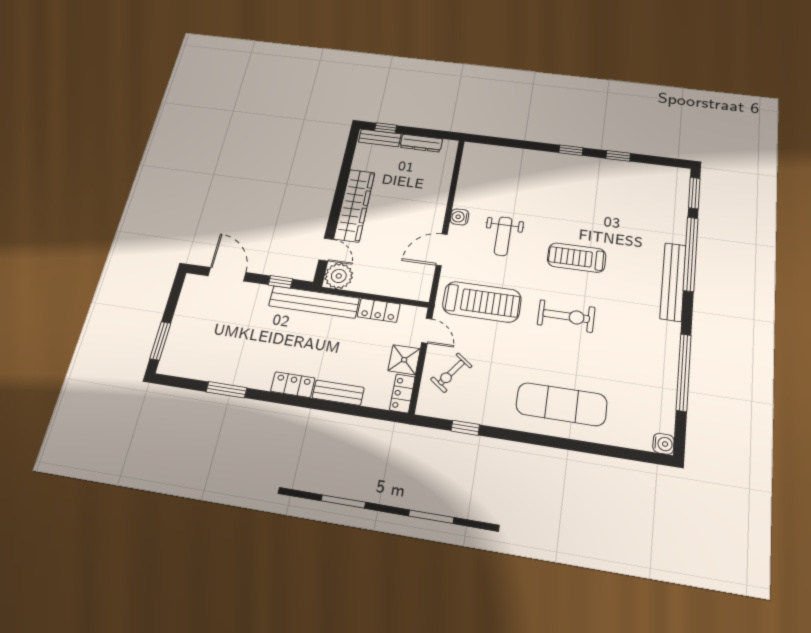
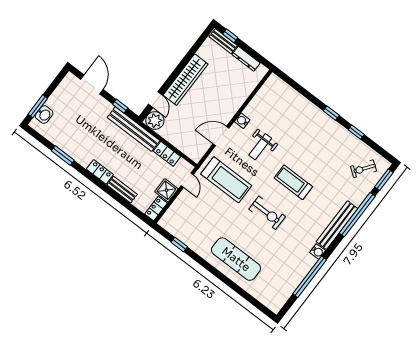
washbasin: (174, 347) -> (44, 115), added
exercise bike: (451, 373) -> (363, 169), moved
water cooler: (663, 444) -> (318, 252), moved

